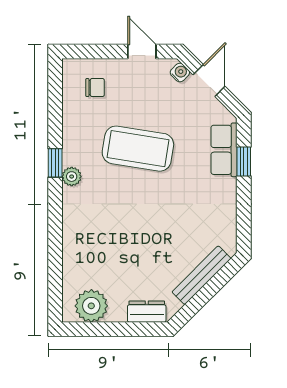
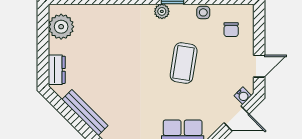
side table: (73, 123) -> (203, 12), added
coffee table: (138, 149) -> (184, 63), width x0.73, depth x0.76

